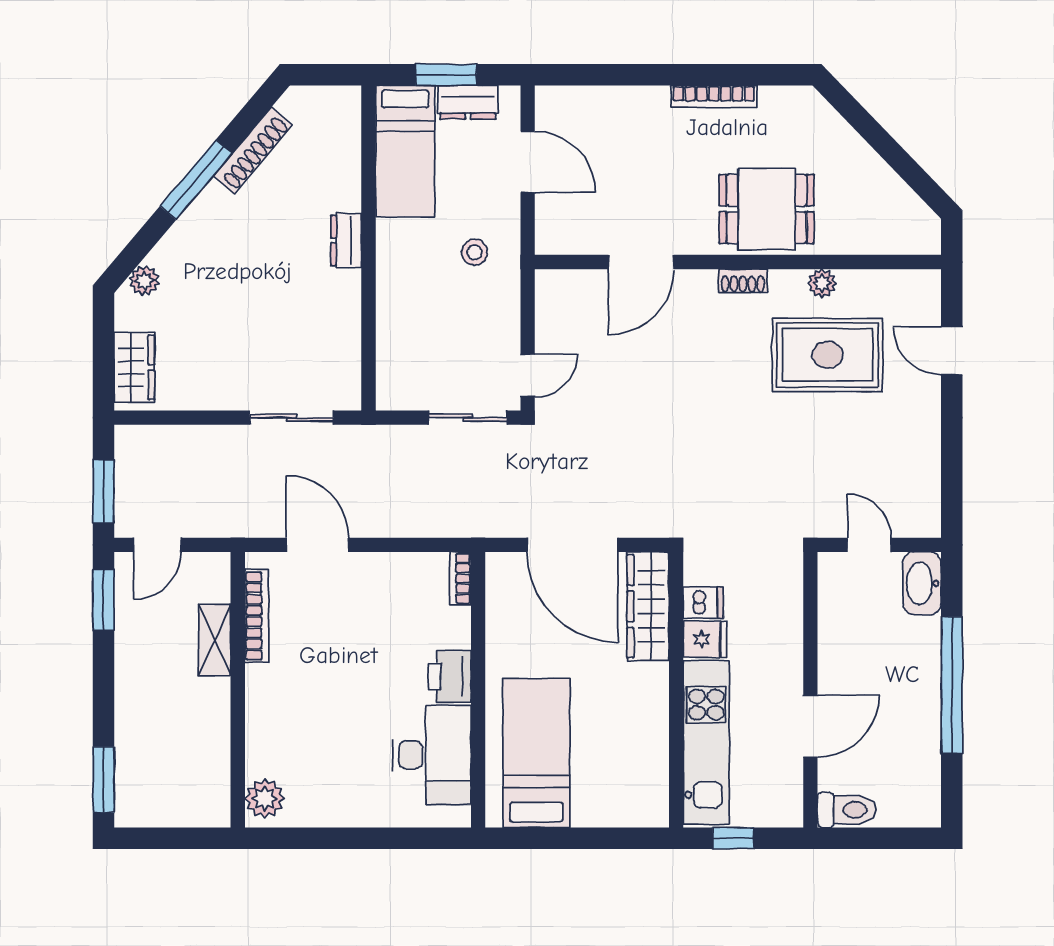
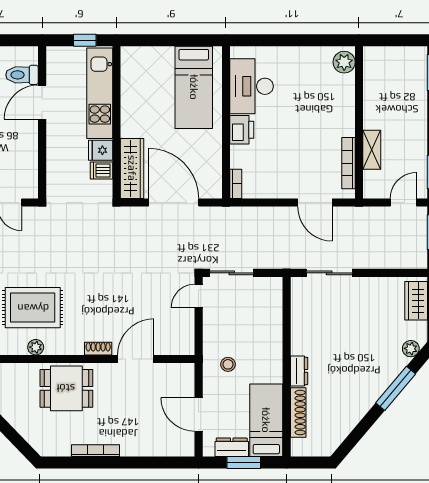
shoe rack: (253, 150) -> (298, 412), moved, turned 140
window: (196, 180) -> (396, 388), moved
shoe rack: (743, 281) -> (98, 349), moved
toilet: (847, 810) -> (22, 75), moved

